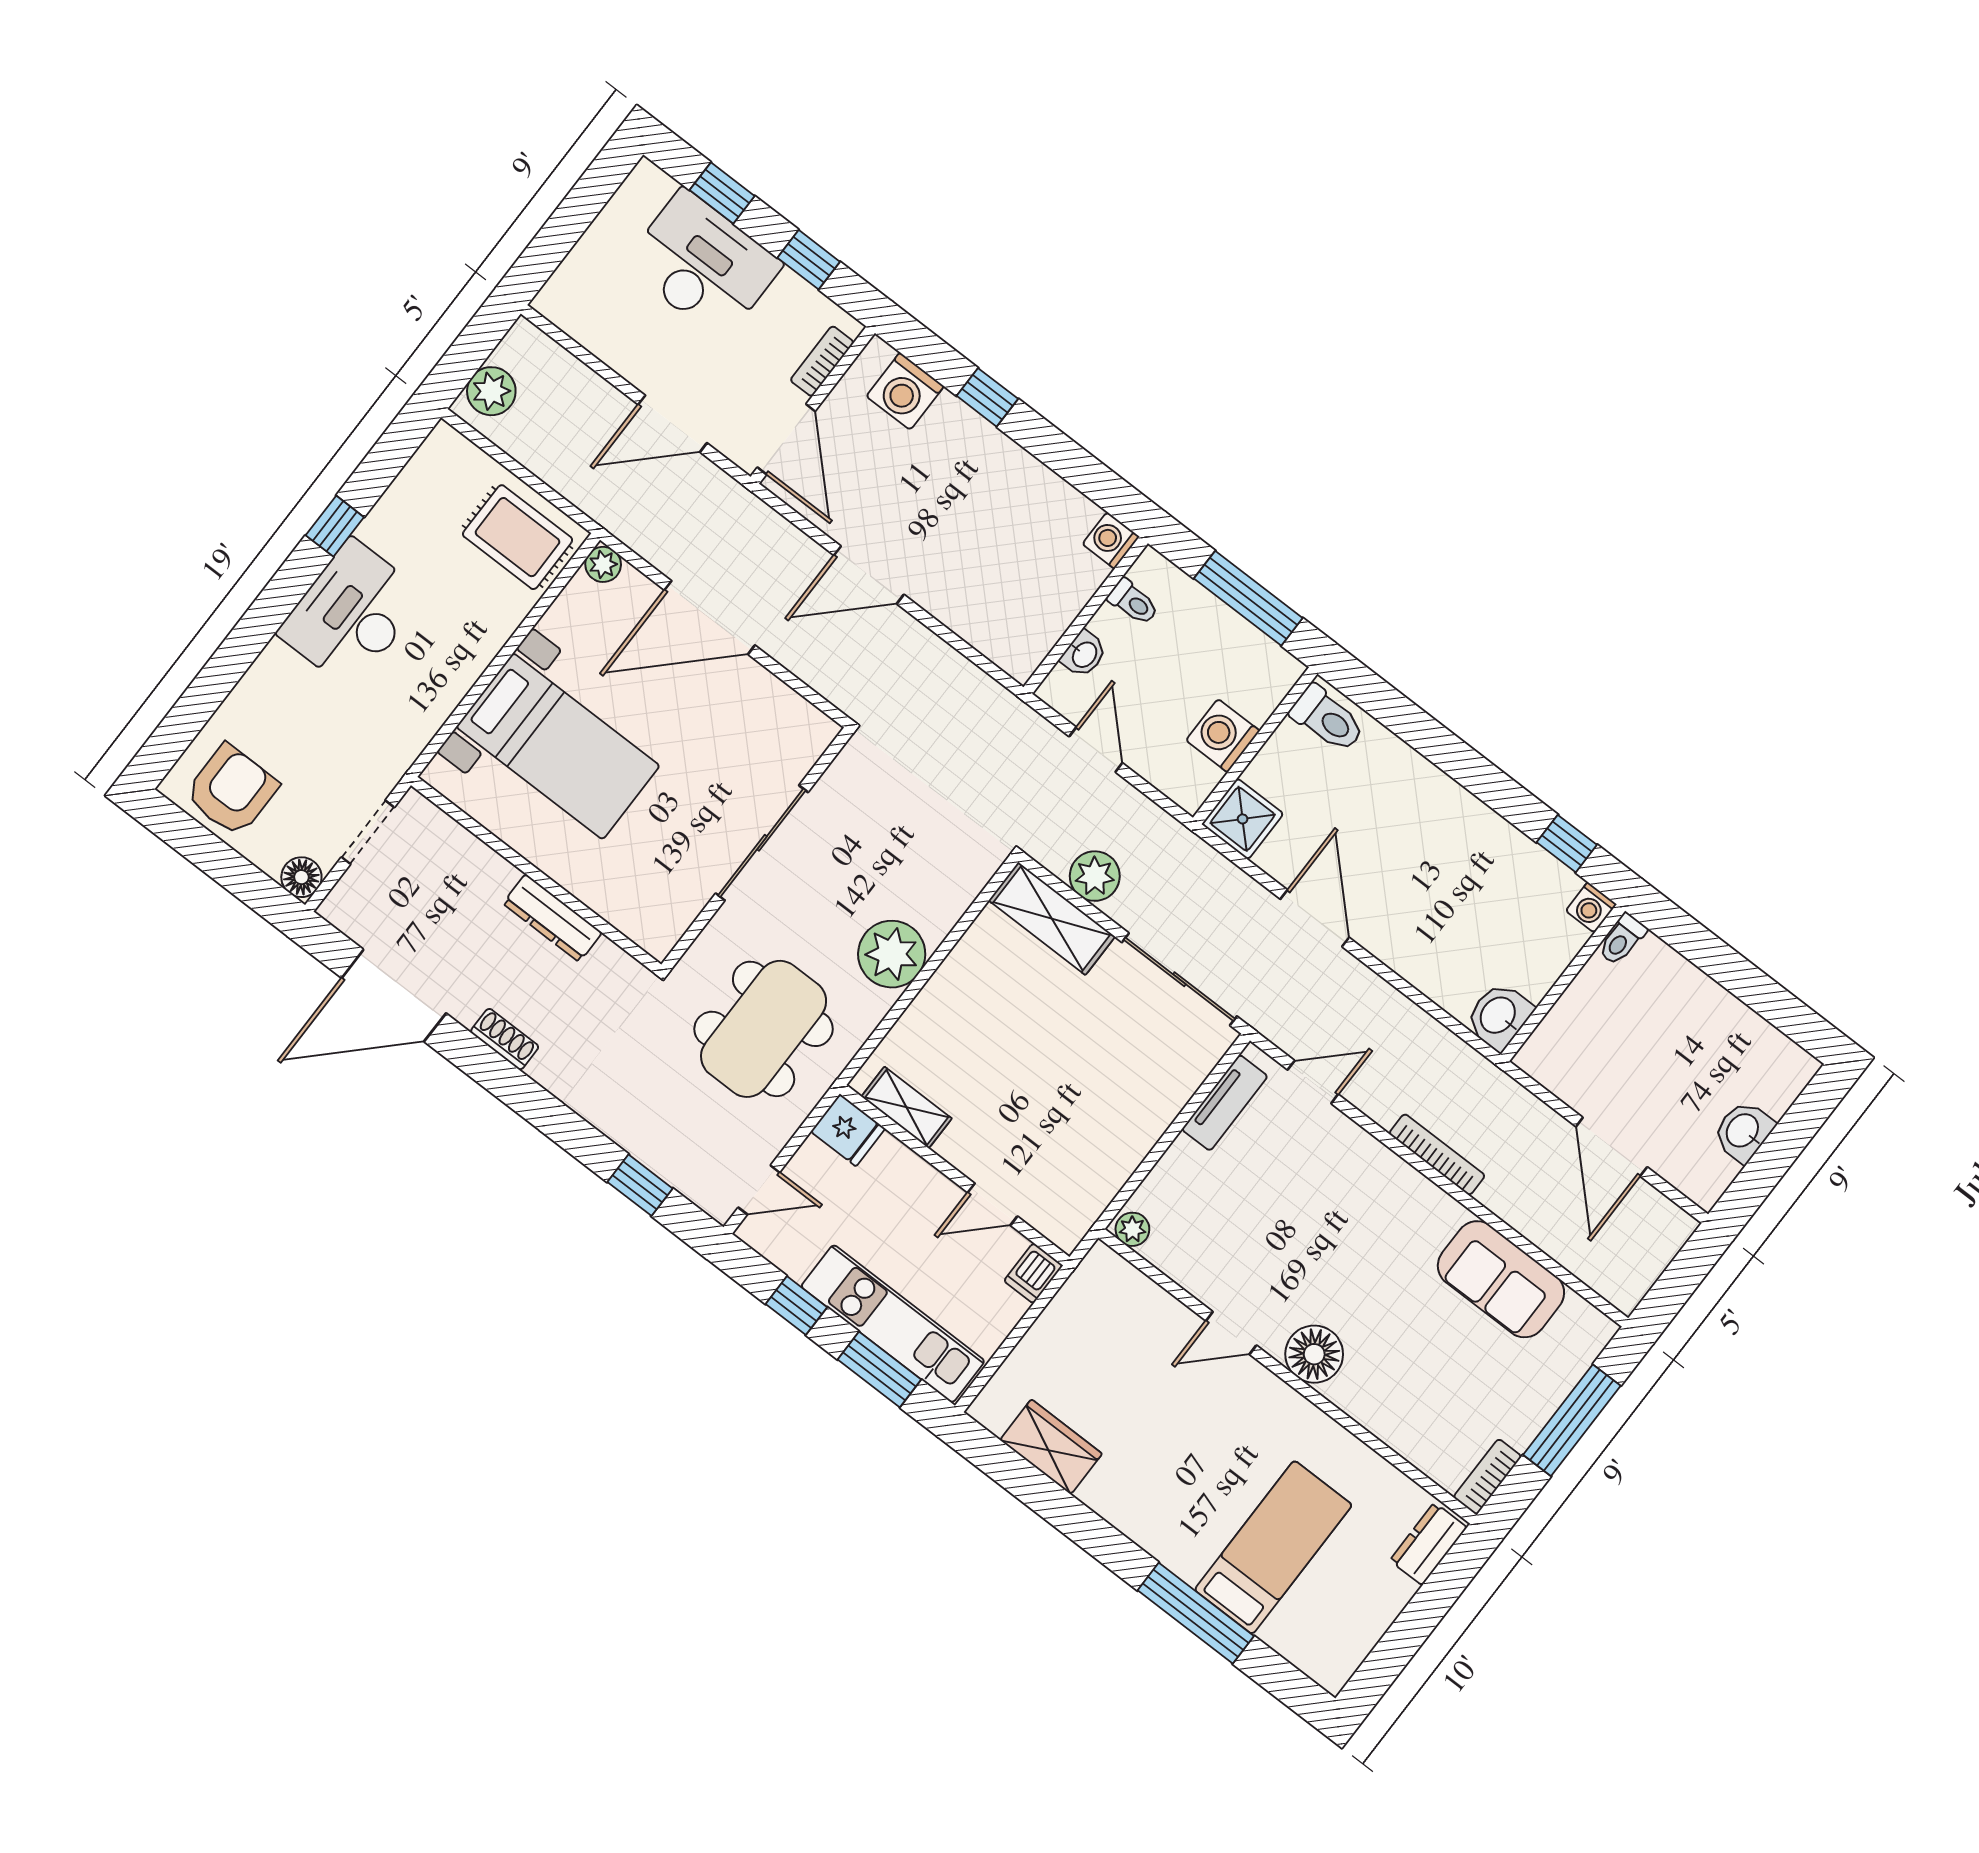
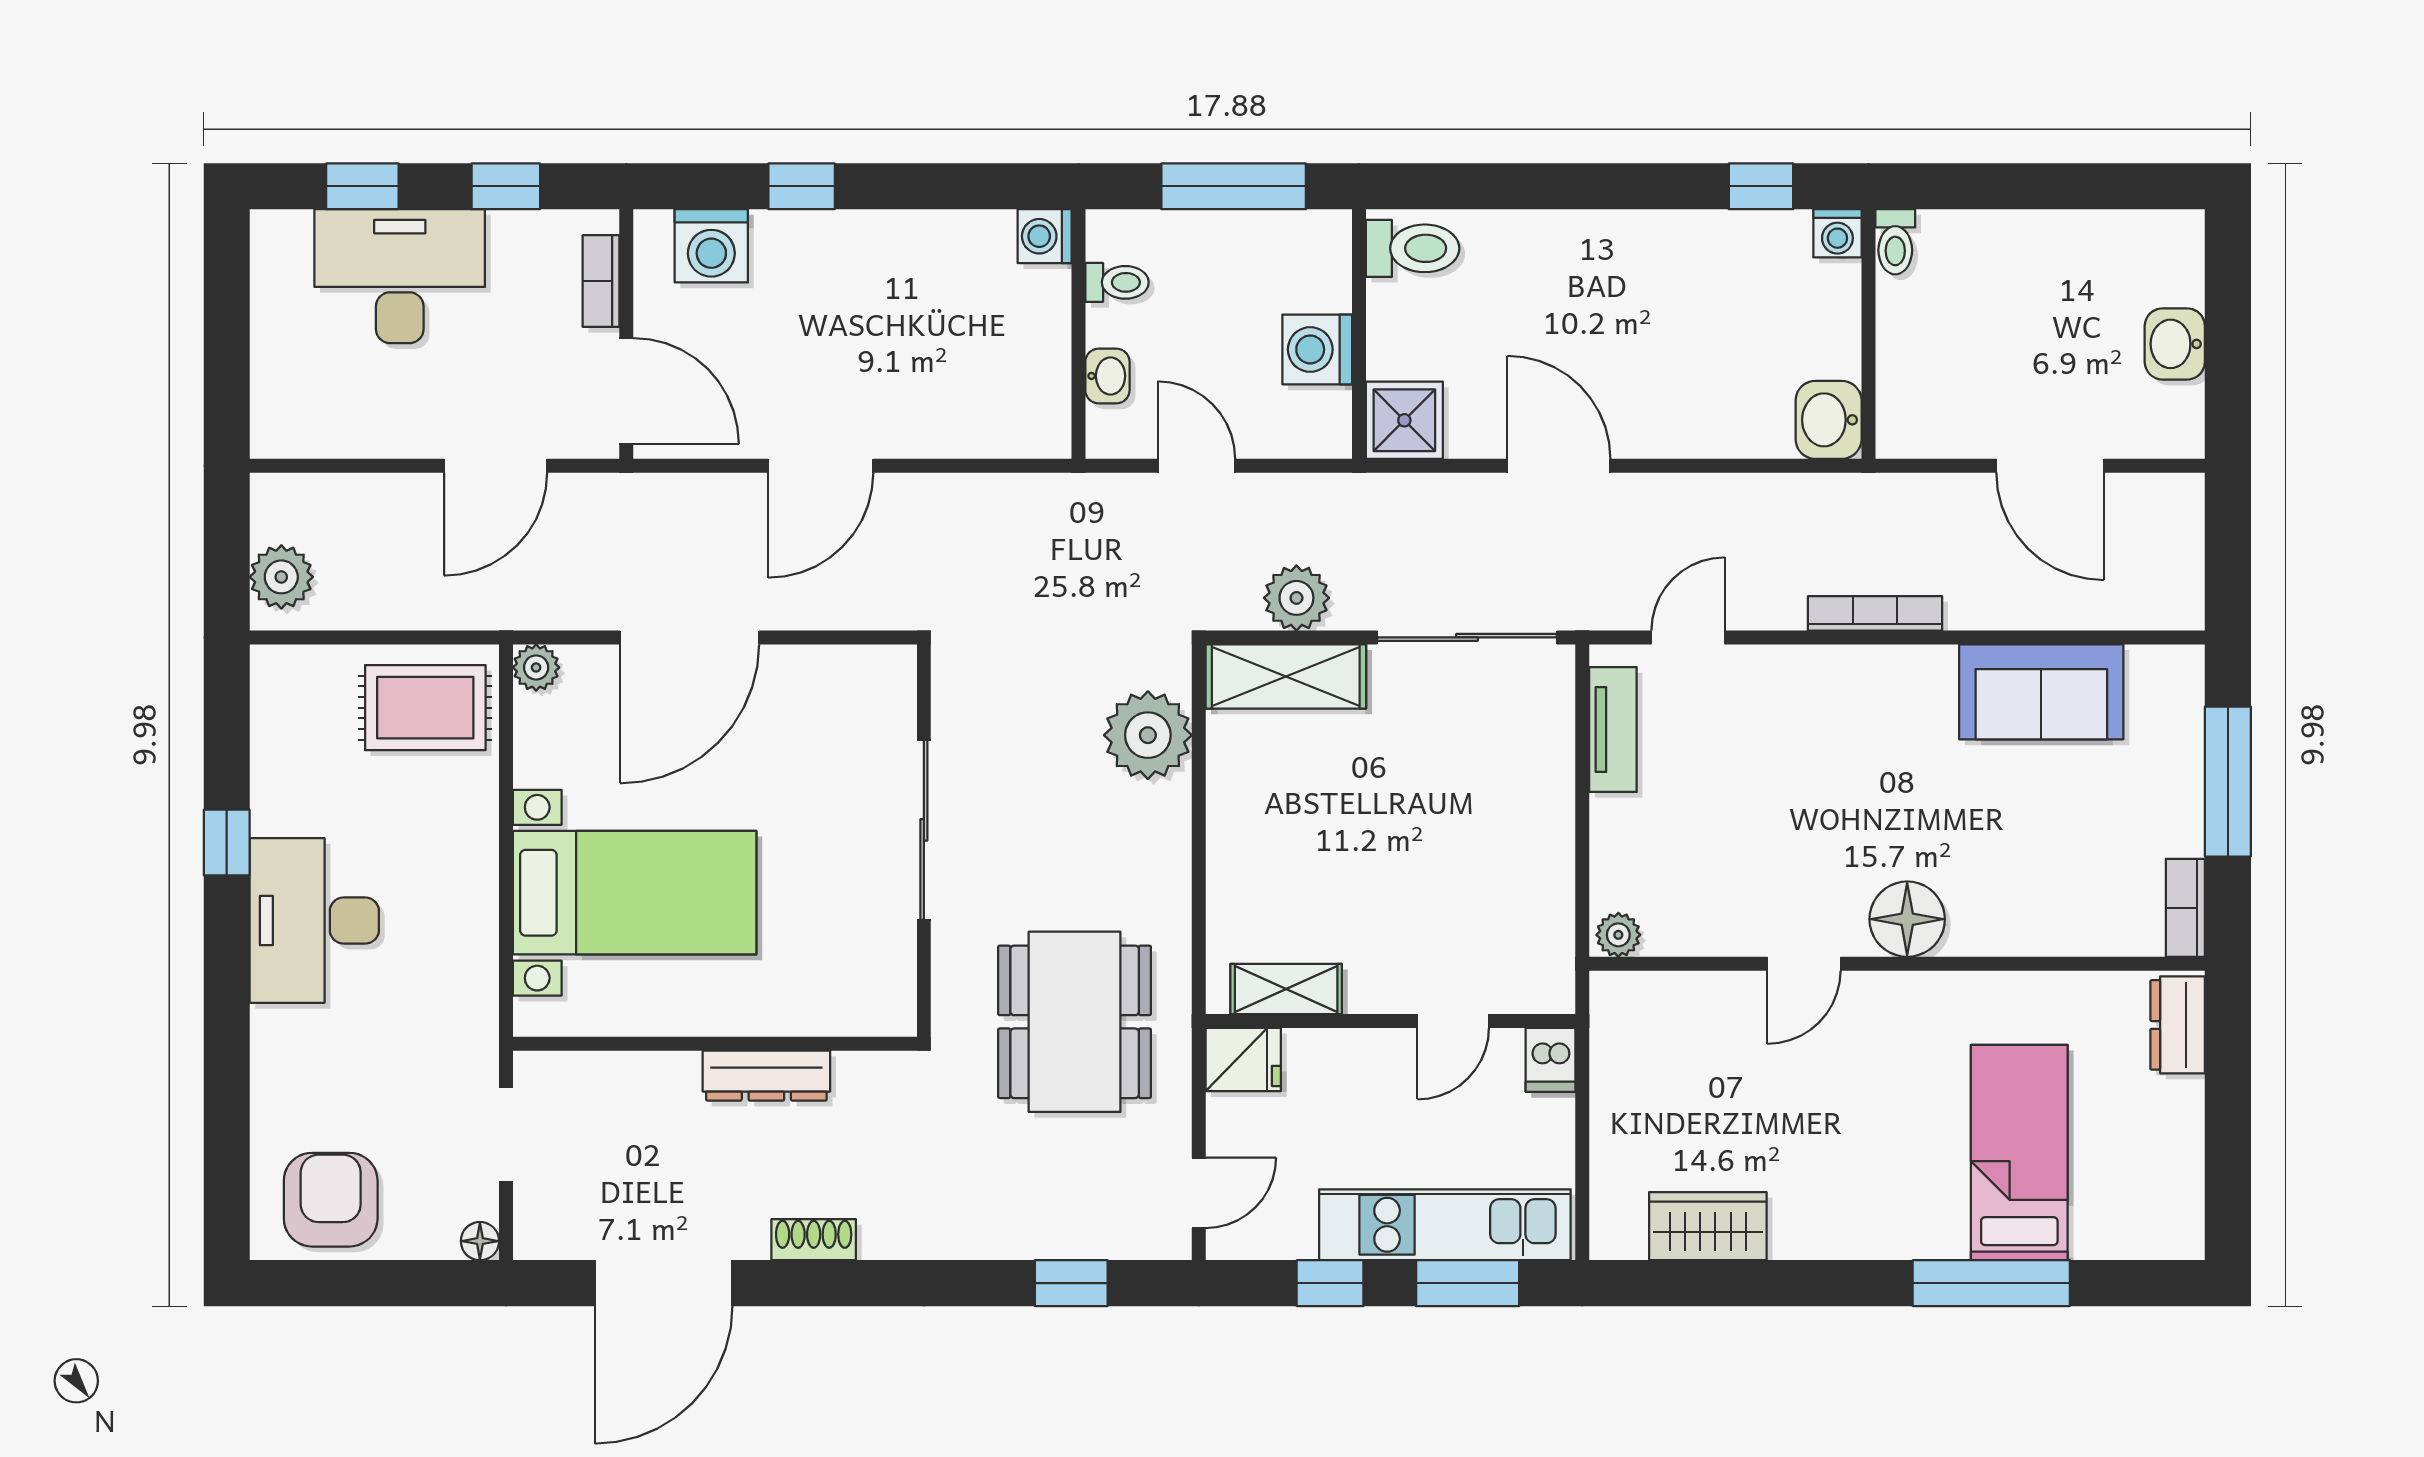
floor lamp: (301, 877) -> (480, 1241), width x0.73, depth x0.73
plant: (892, 954) -> (1148, 735), moved

